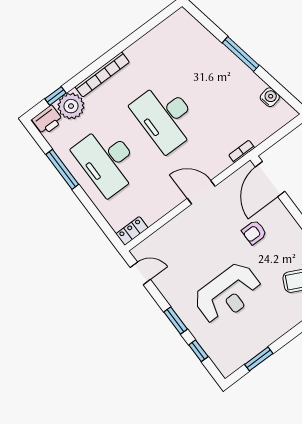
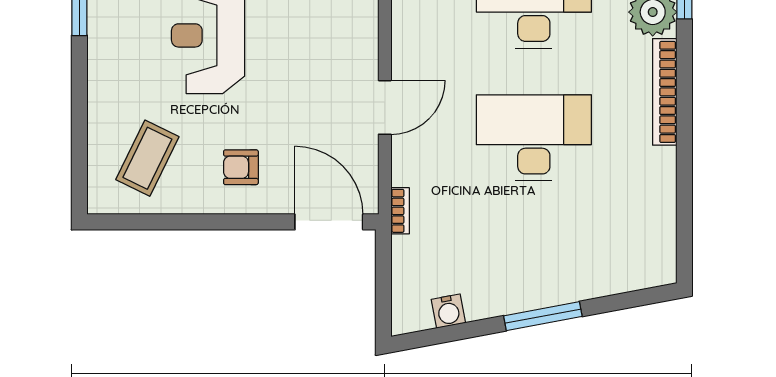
armchair: (254, 232) -> (241, 167), moved, turned -90

